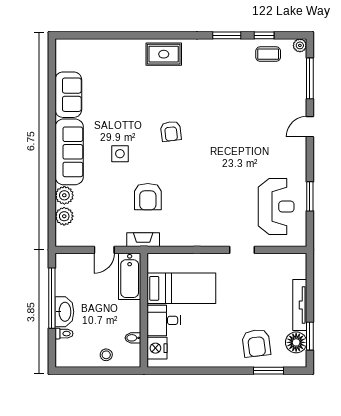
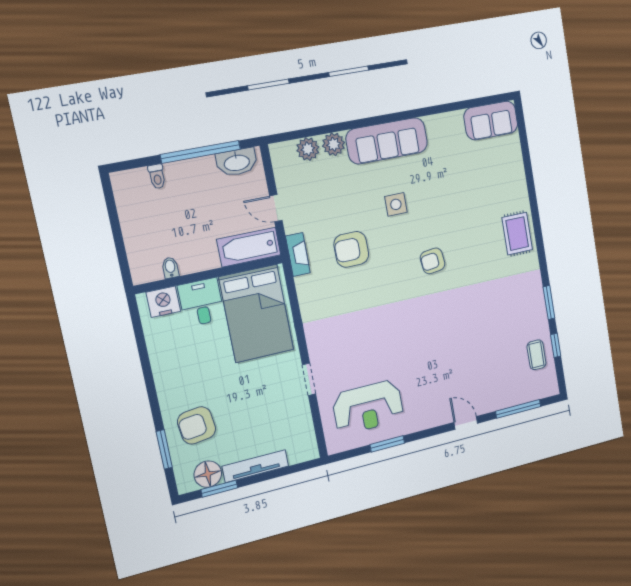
plant: (300, 45) -> (551, 388), removed
sofa: (68, 95) -> (491, 120), moved
bed: (181, 288) -> (256, 313), width x1.50
washbasin: (64, 312) -> (237, 162), moved
stool: (106, 355) -> (140, 238), removed

